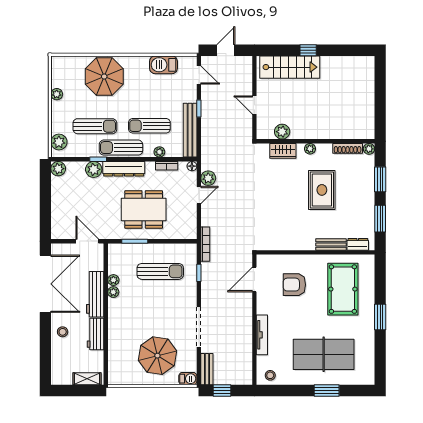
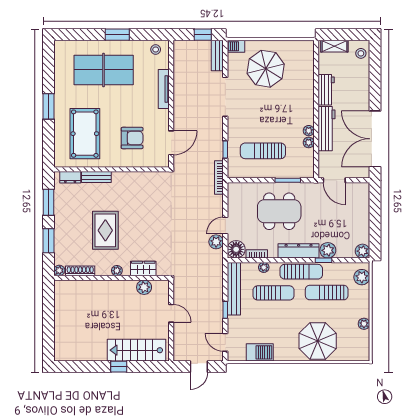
floor lamp: (192, 166) -> (236, 249), width x1.89, depth x1.89
stool: (63, 332) -> (361, 53), moved
window: (327, 391) -> (117, 35), moved

